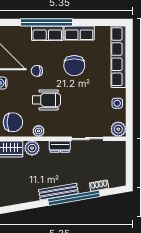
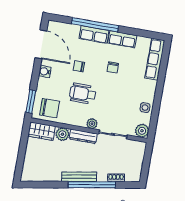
row of seats: (119, 57) -> (155, 59), width x0.73
chair: (74, 66) -> (113, 67), width x0.54, depth x0.54
wheelchair: (46, 100) -> (83, 94), turned 180
plant: (39, 131) -> (92, 124), moved
dresser: (60, 147) -> (83, 136), width x1.44

